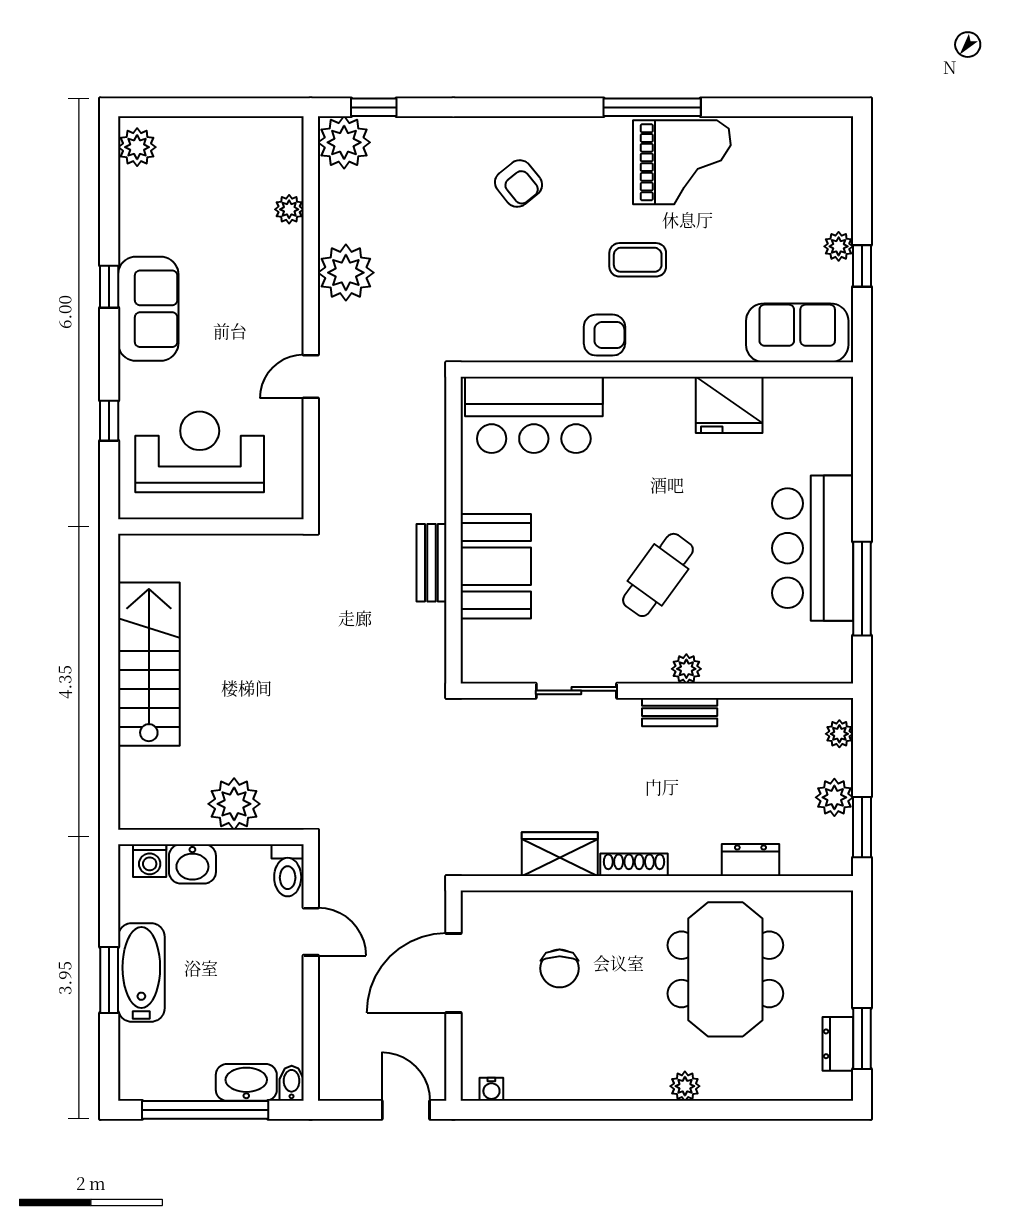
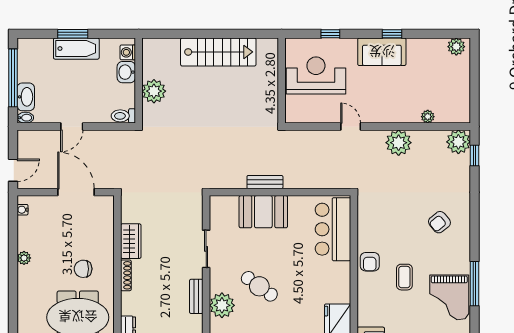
reception desk: (200, 452) -> (316, 75), turned -90
plant: (686, 669) -> (222, 305), width x1.87, depth x1.87
door: (311, 932) -> (72, 127), moved
chair: (560, 968) -> (83, 269), moved
plant: (685, 1086) -> (24, 258), moved

